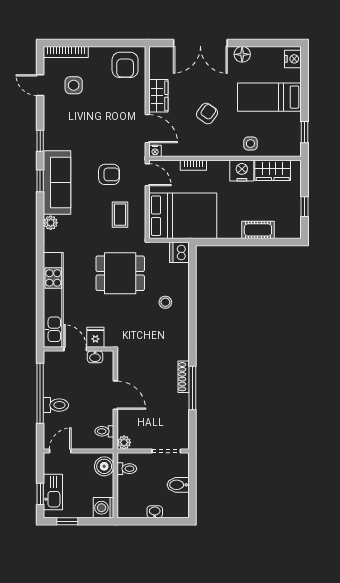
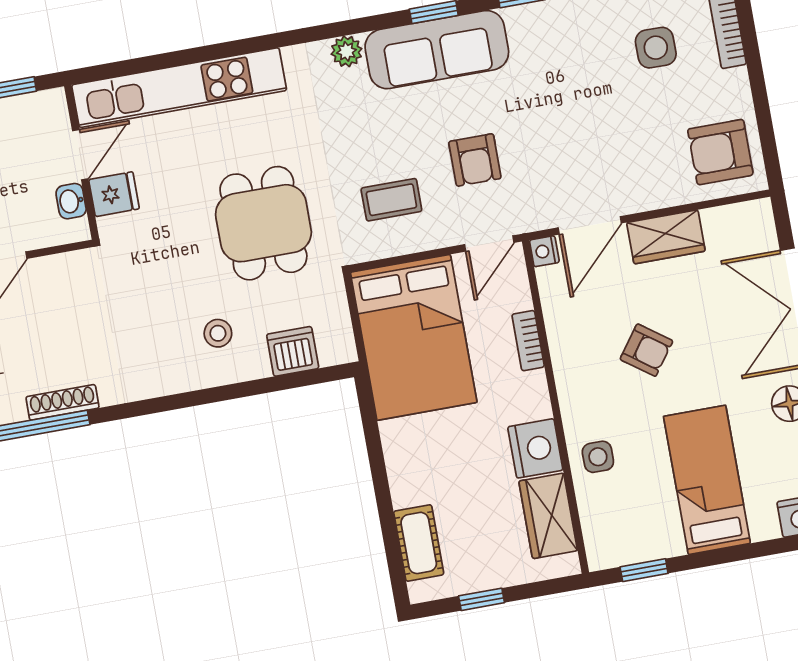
cot: (258, 230) -> (419, 543), moved
dishwasher: (179, 252) -> (293, 351), moved

